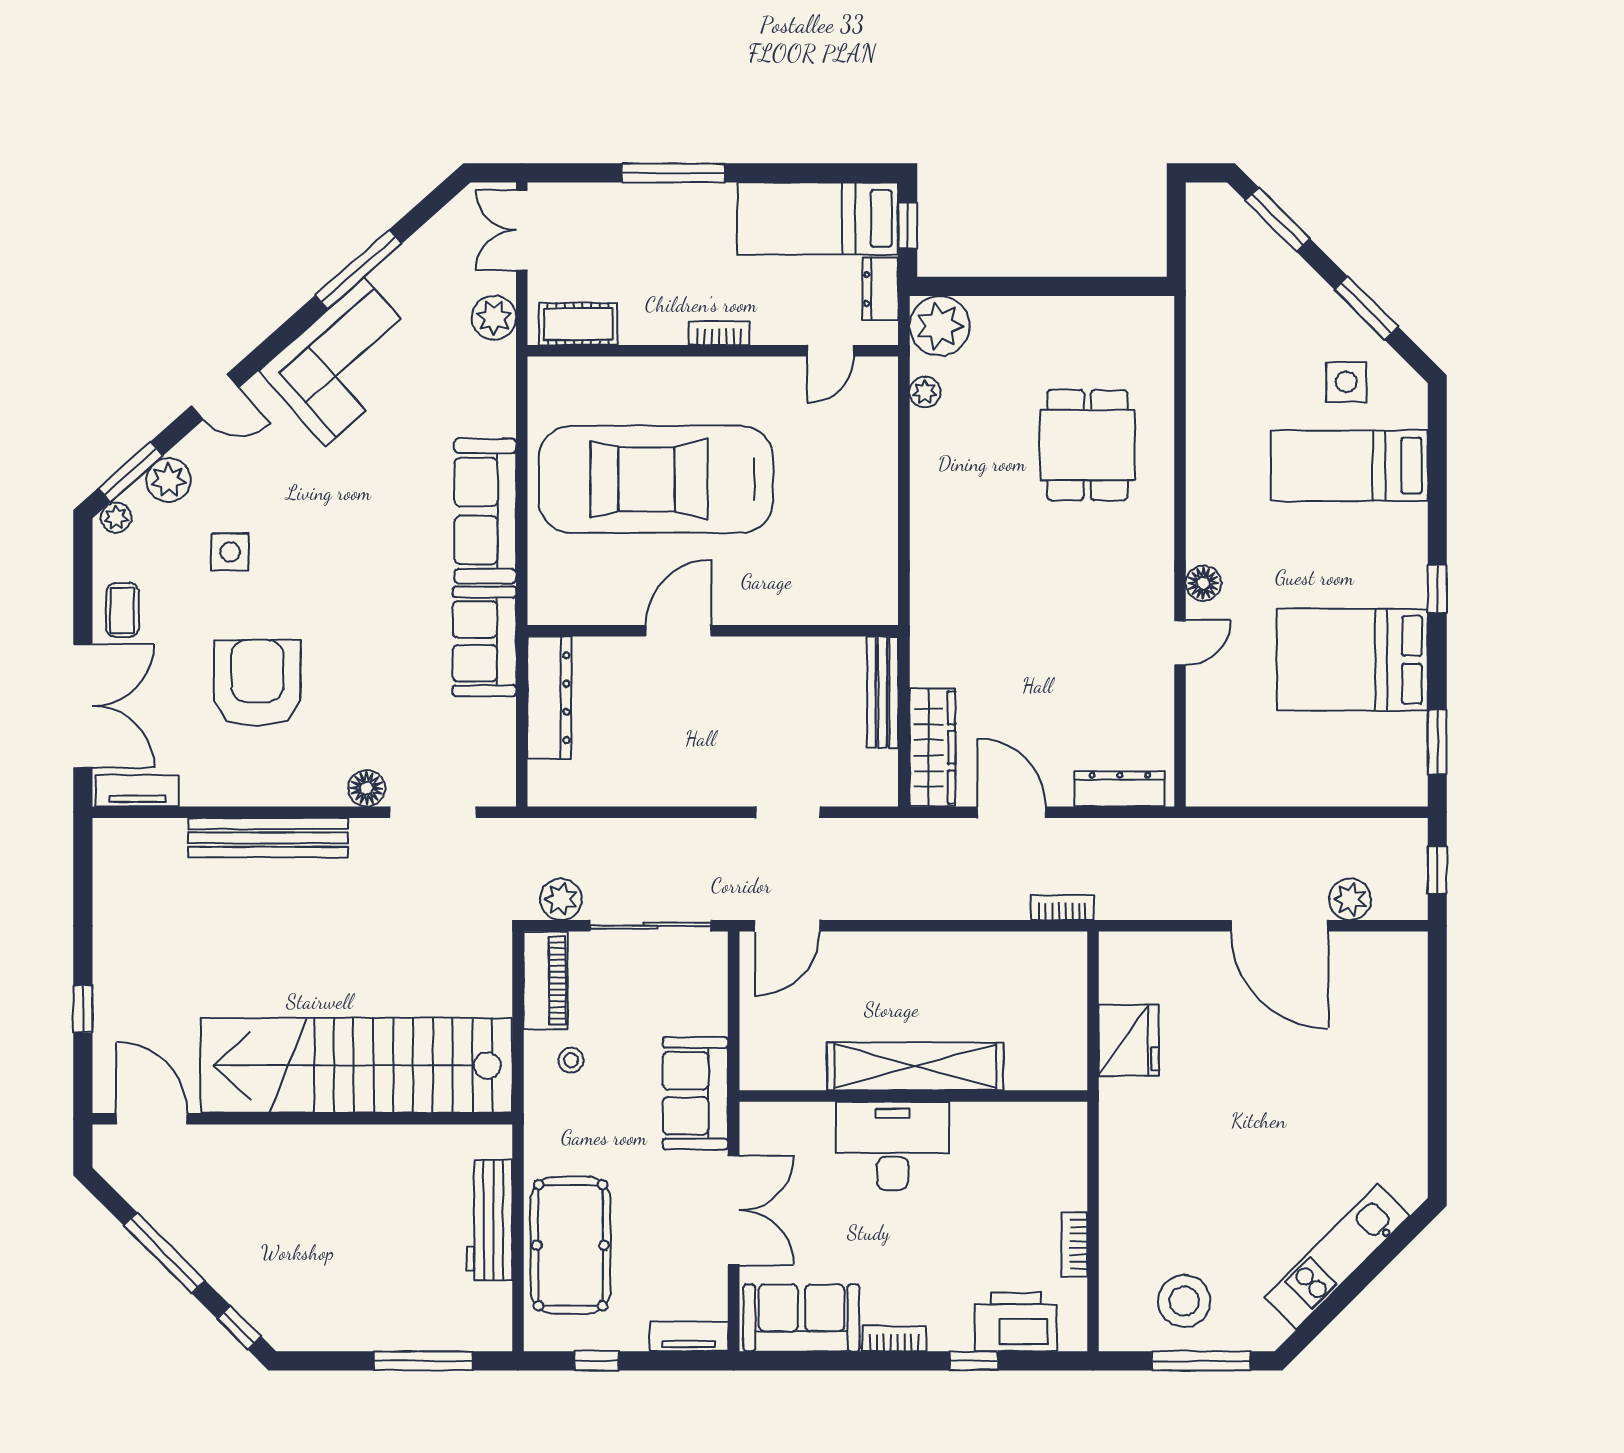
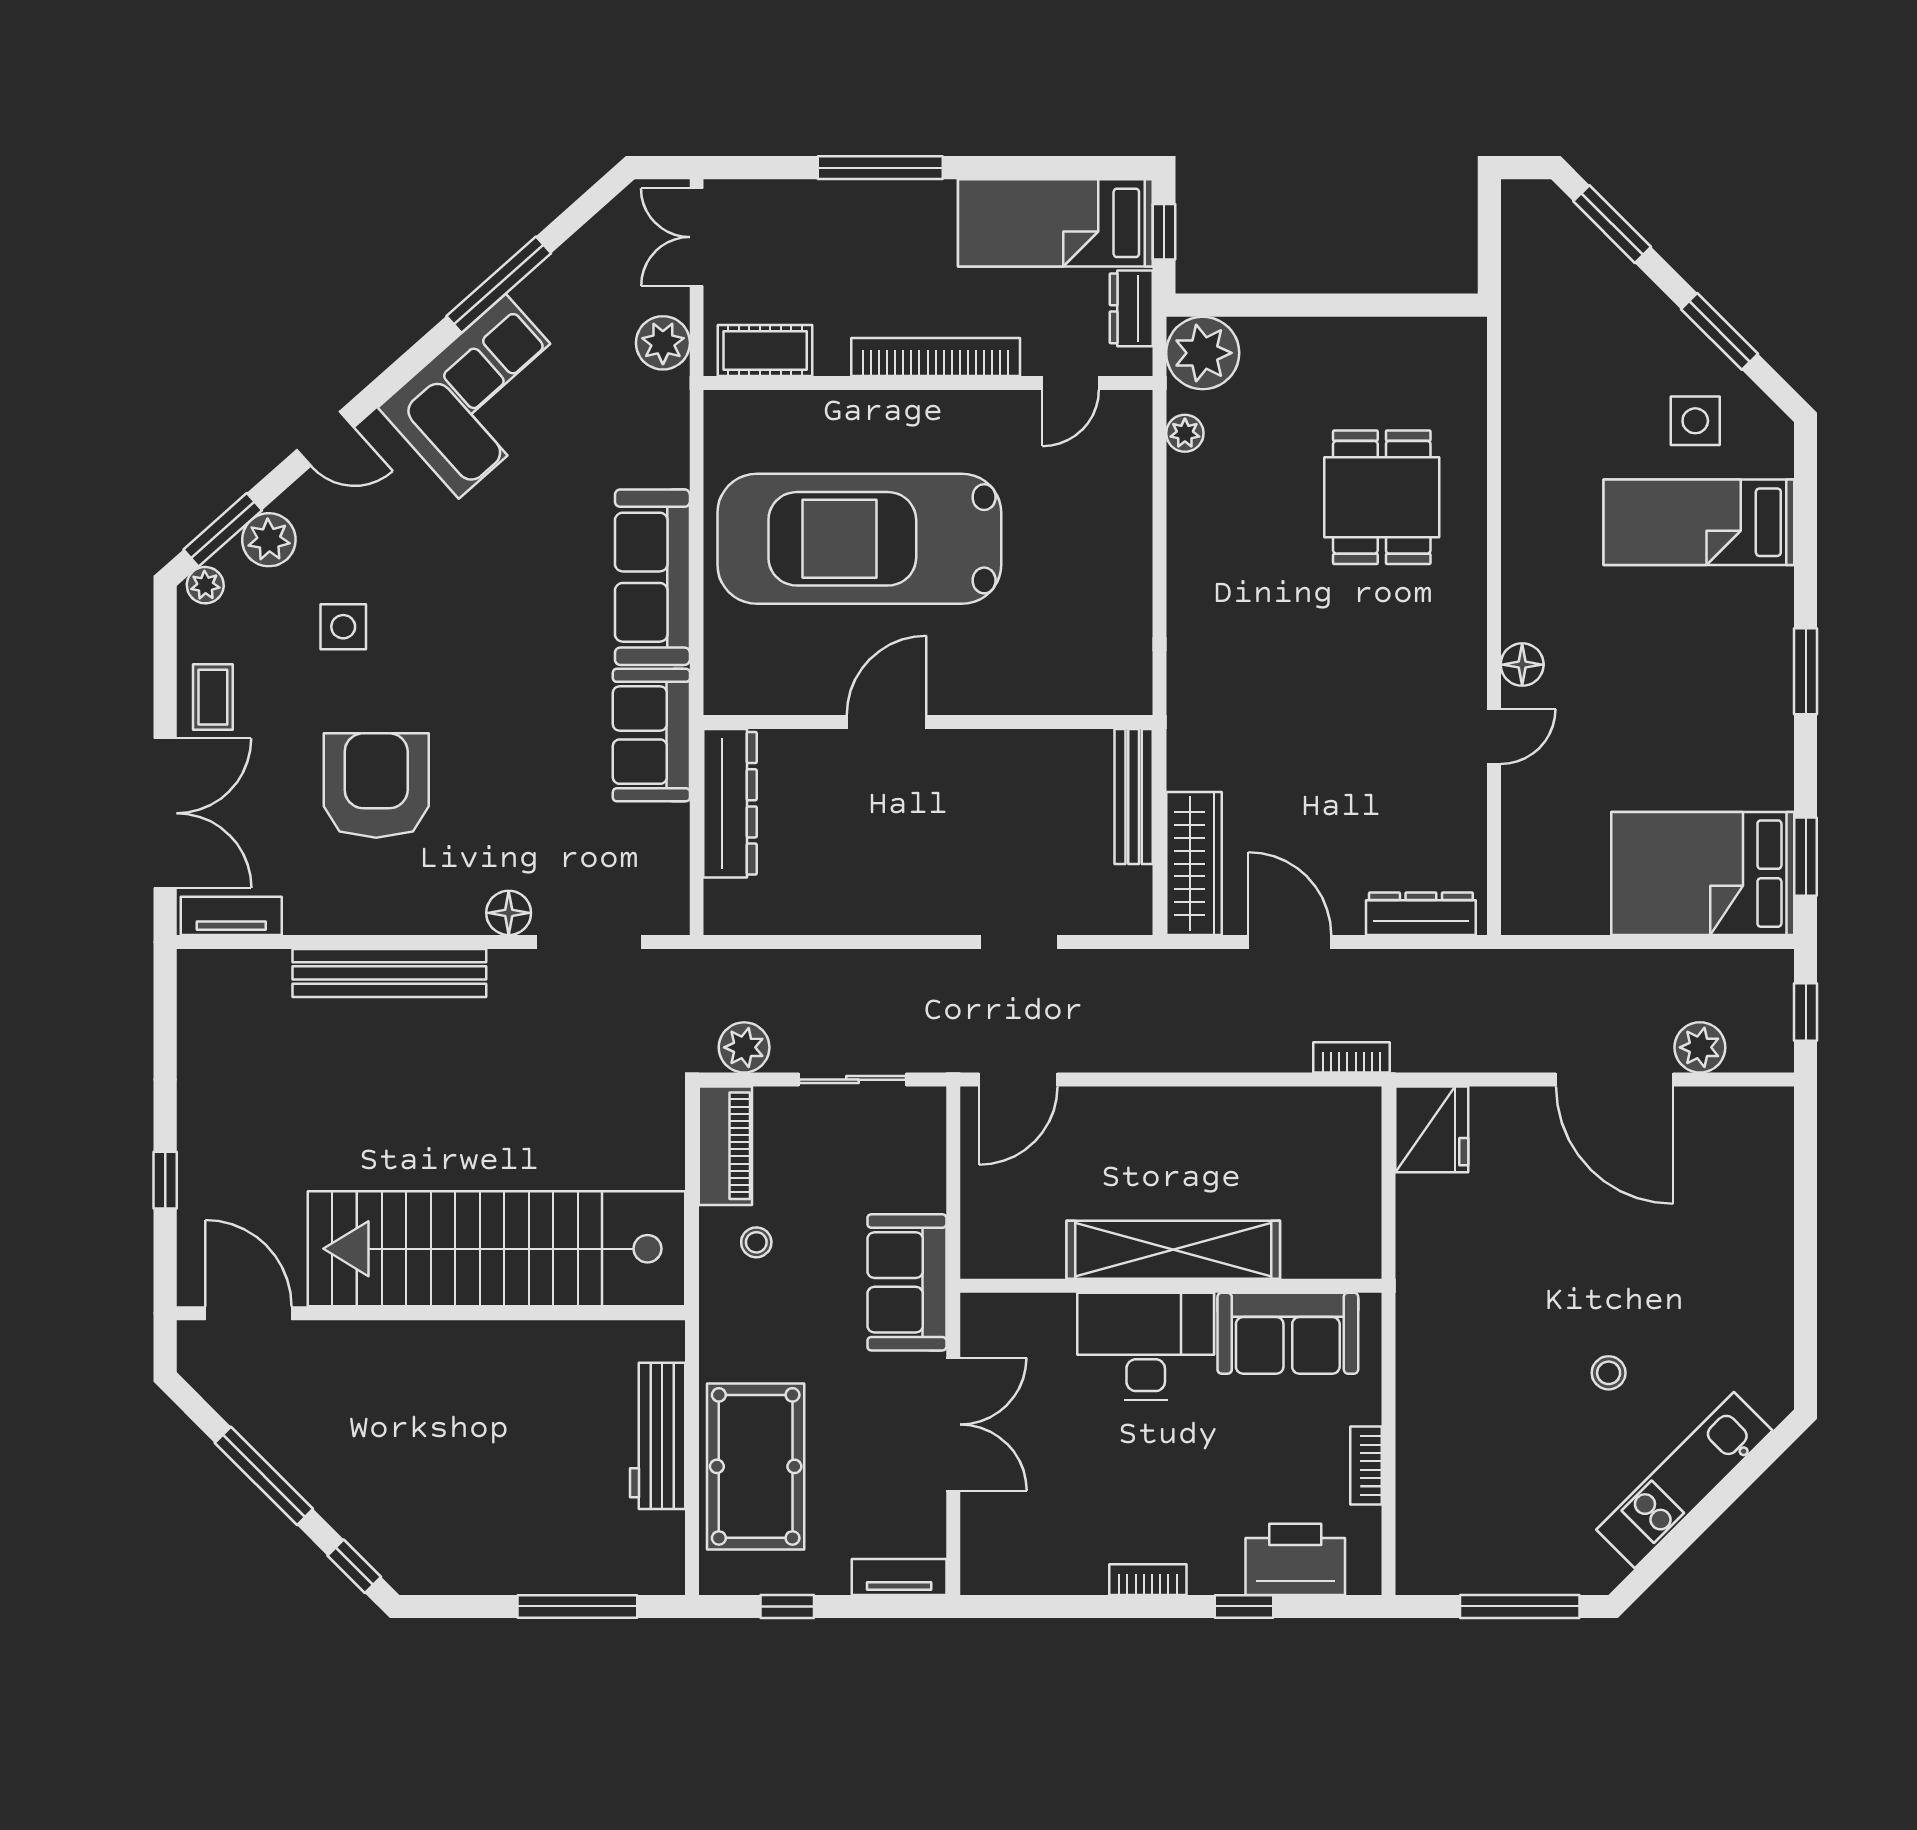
bookcase: (719, 333) -> (936, 357), width x2.31, depth x1.31
window: (1437, 589) -> (1806, 671), width x1.50
bed: (1352, 660) -> (1703, 874), moved
sliding door: (650, 926) -> (853, 1080), width x0.73
fridge: (1129, 1040) -> (1432, 1129), moved
stool: (1184, 1301) -> (1609, 1373), moved, width x0.53, depth x0.53
sofa: (801, 1318) -> (1288, 1333), moved, turned 180

